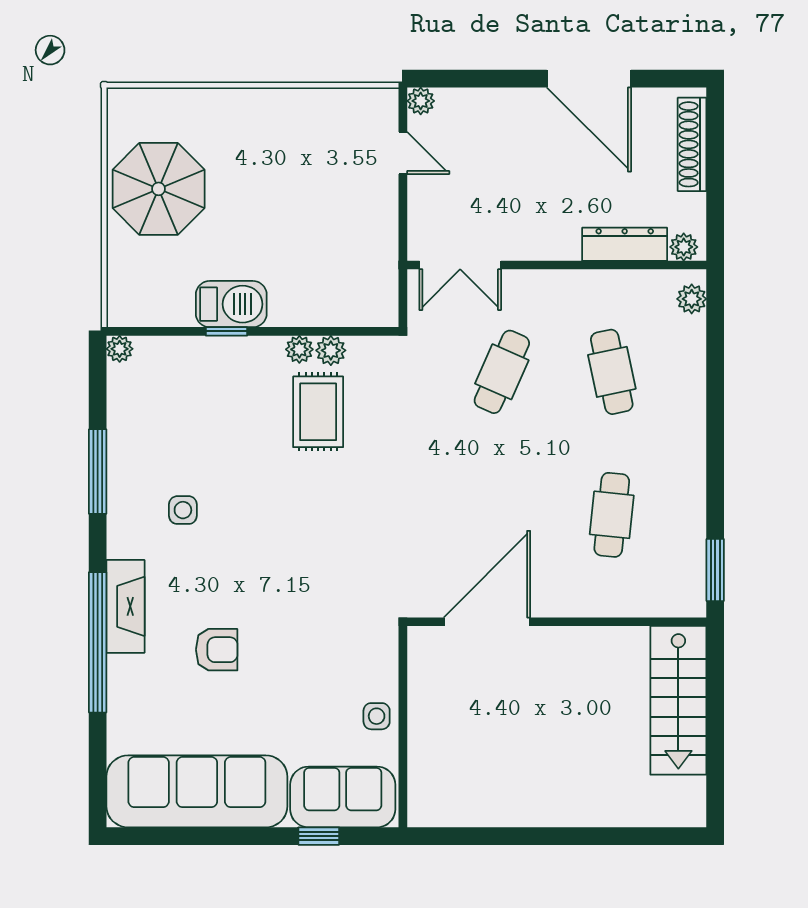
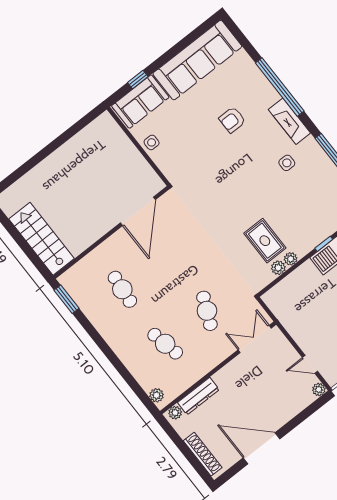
fireplace: (125, 606) -> (289, 121), moved

